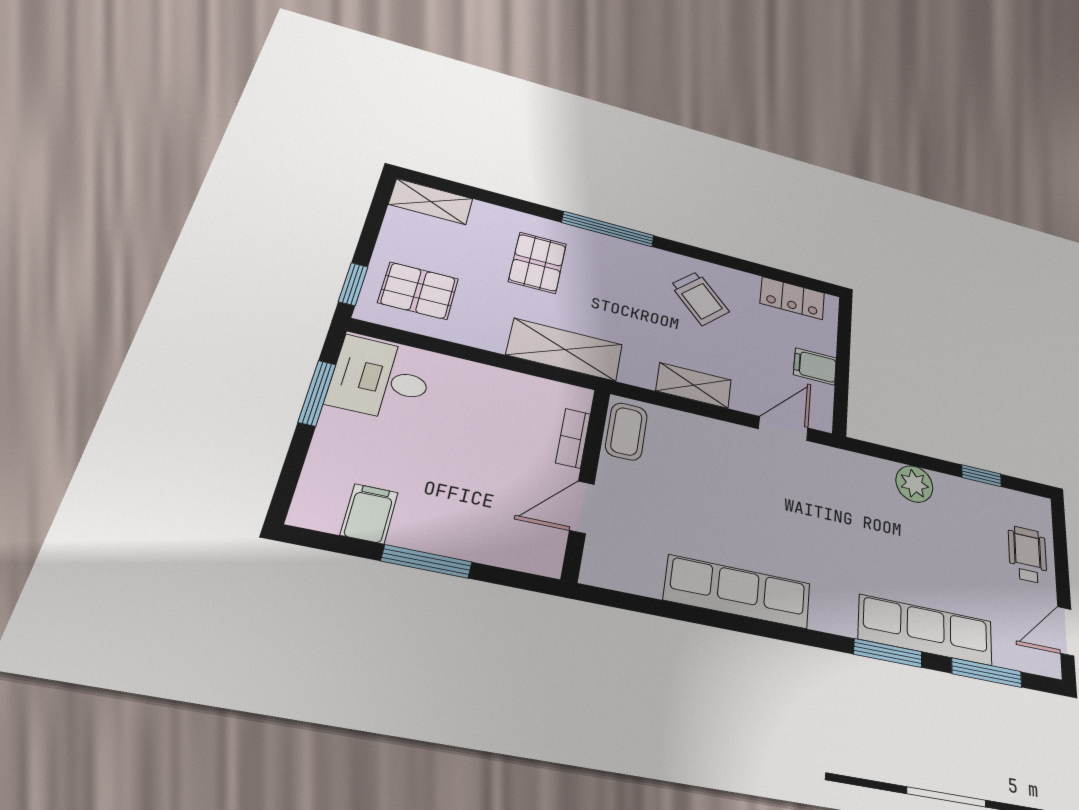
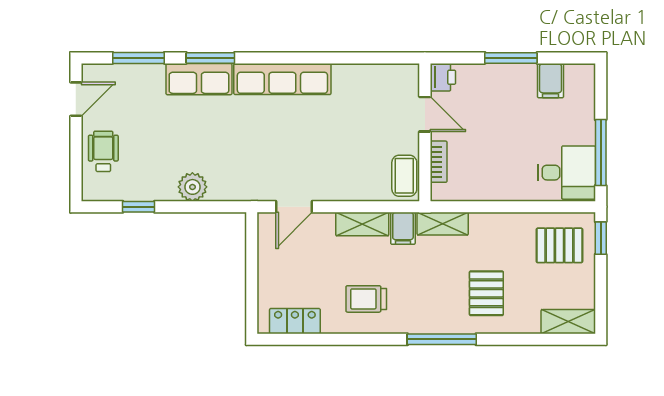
trolley: (700, 298) -> (366, 299), turned -46
shelving: (565, 350) -> (443, 224), width x0.67, depth x0.75
filing cabinet: (815, 366) -> (403, 228), moved, turned 90
window: (317, 393) -> (601, 153), width x1.44
door: (582, 507) -> (425, 114), hinge flipped
printer: (544, 555) -> (443, 77), added
wheelchair: (1028, 555) -> (103, 151), turned 180
row of seats: (738, 592) -> (282, 79), moved
row of seats: (926, 630) -> (199, 79), width x0.68

